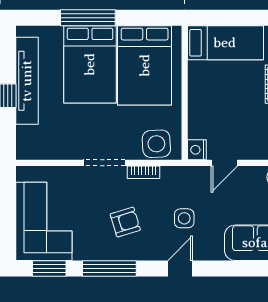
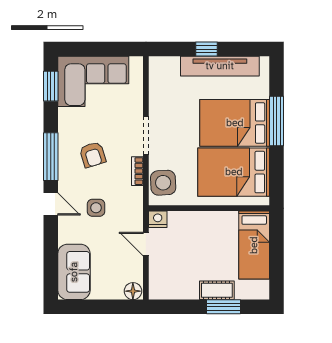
window: (109, 269) -> (51, 157), moved

